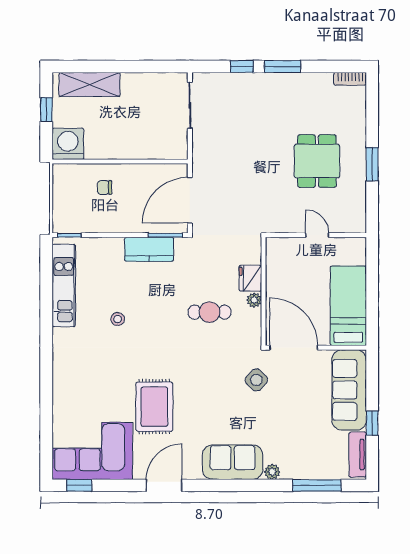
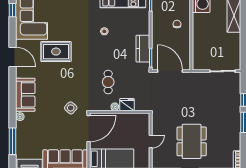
dining table: (317, 161) -> (192, 141), width x1.38

